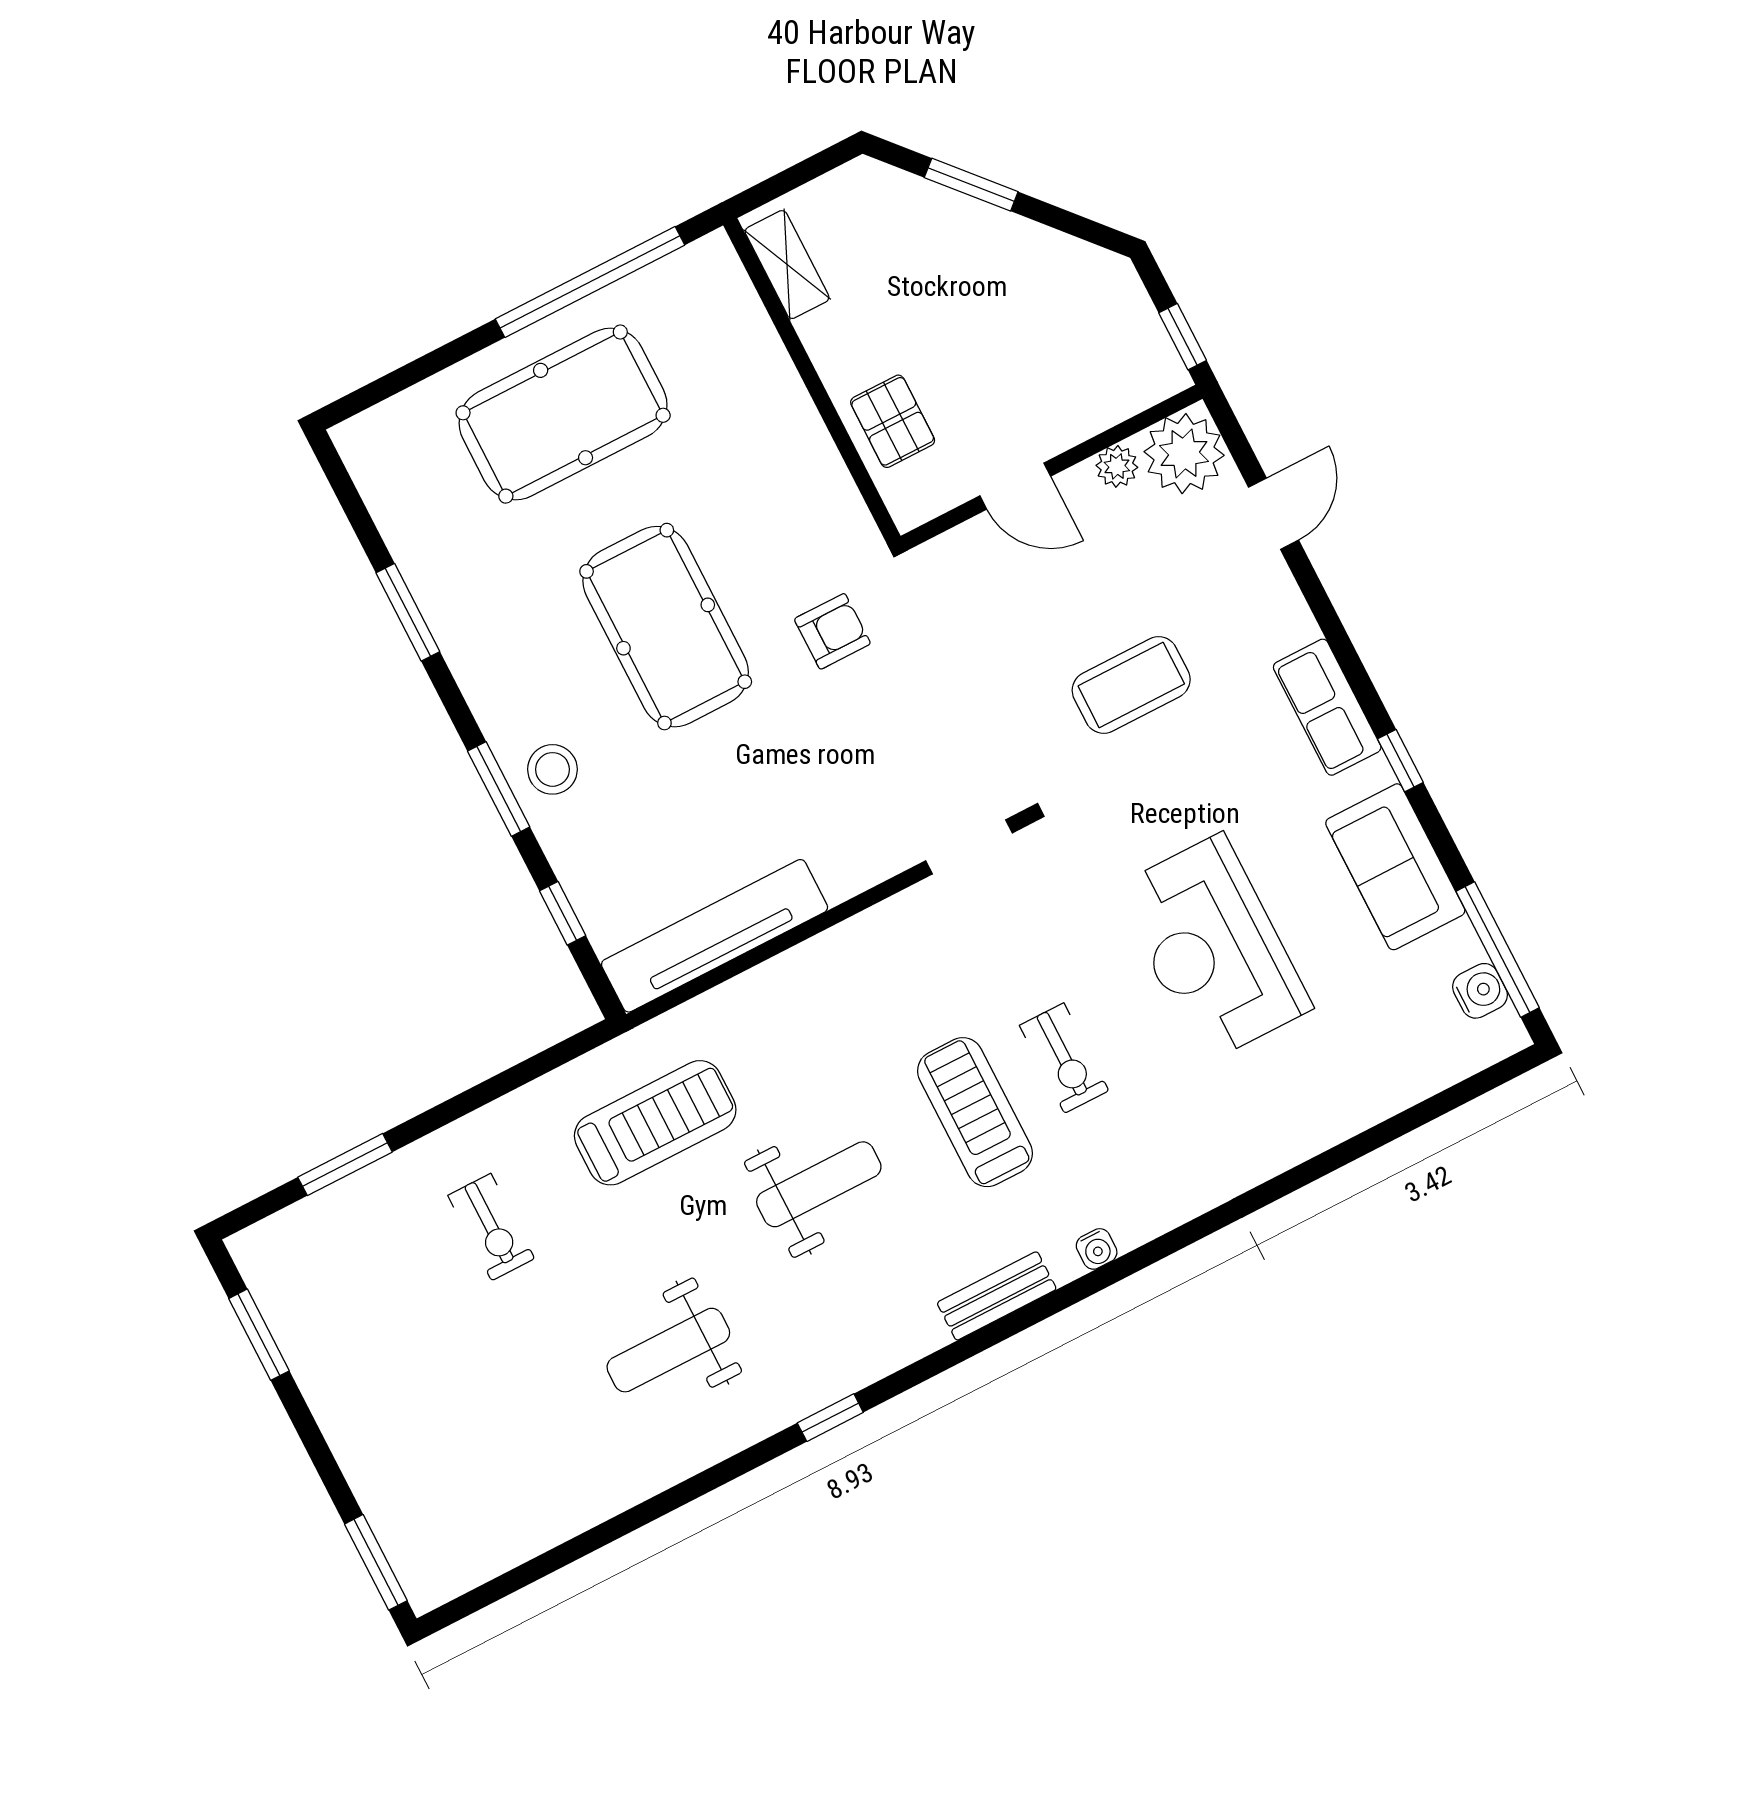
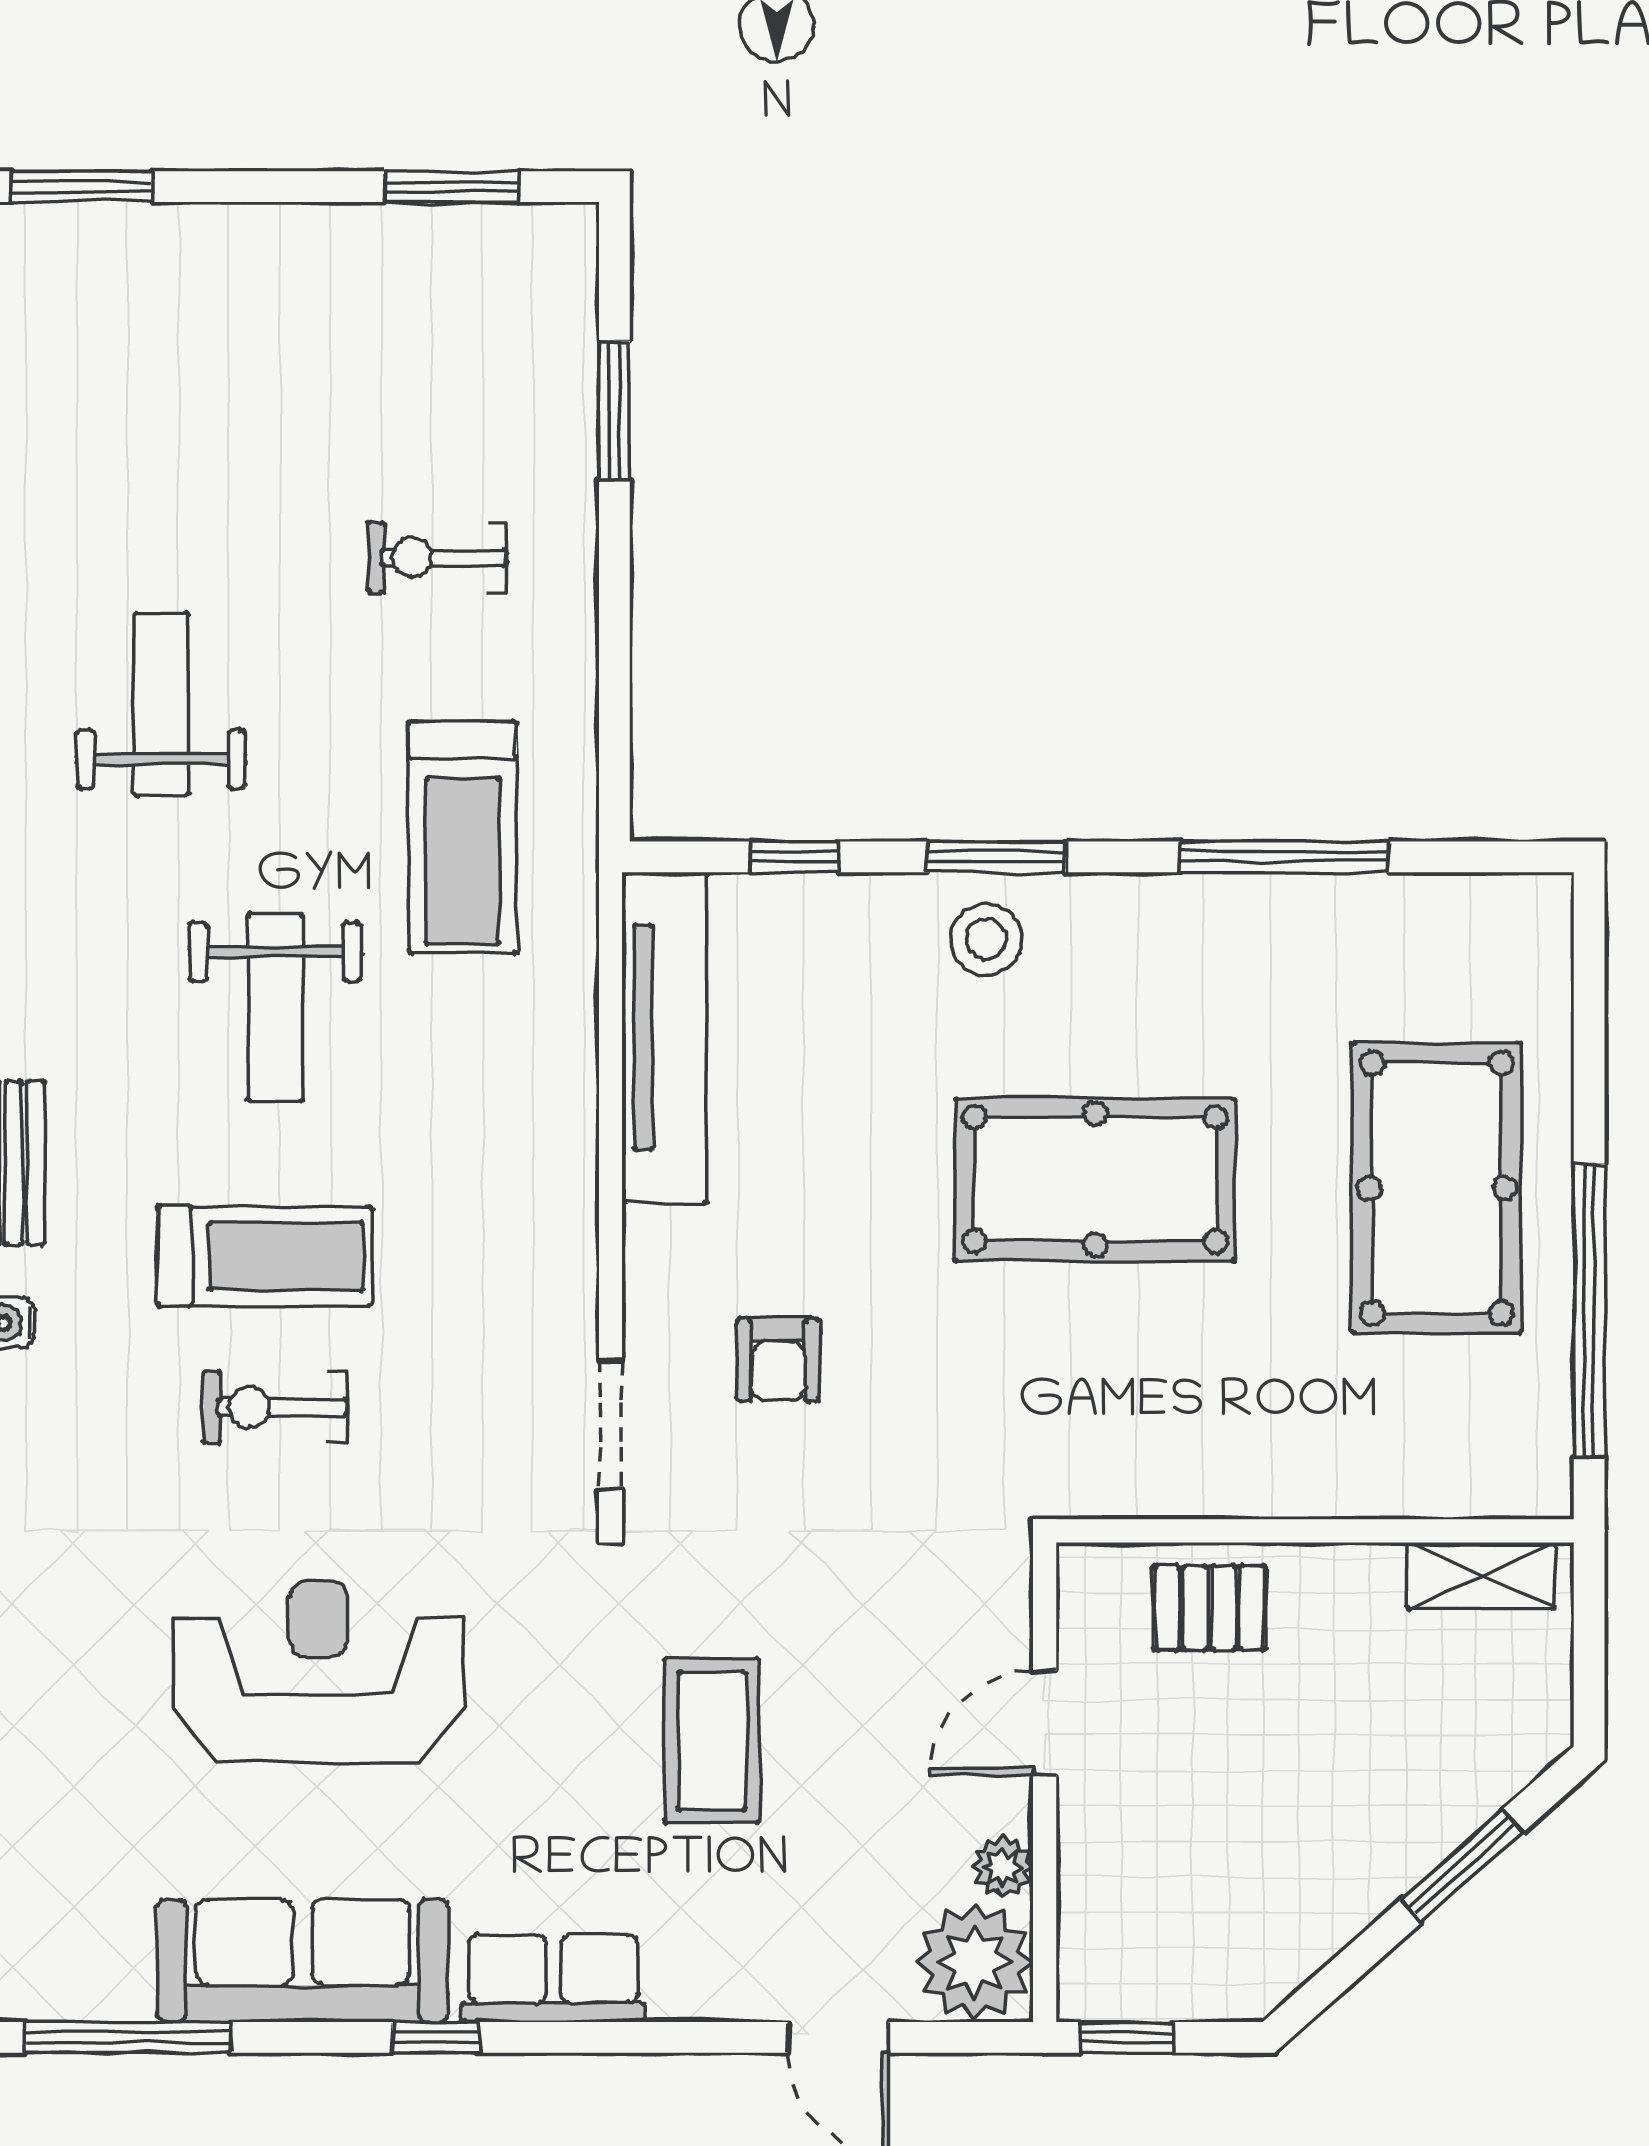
window: (408, 612) -> (1284, 857), width x1.44
armchair: (832, 631) -> (778, 1359), moved
sofa: (1395, 867) -> (302, 1960), width x1.36
water cooler: (1480, 991) -> (87, 1987), removed

